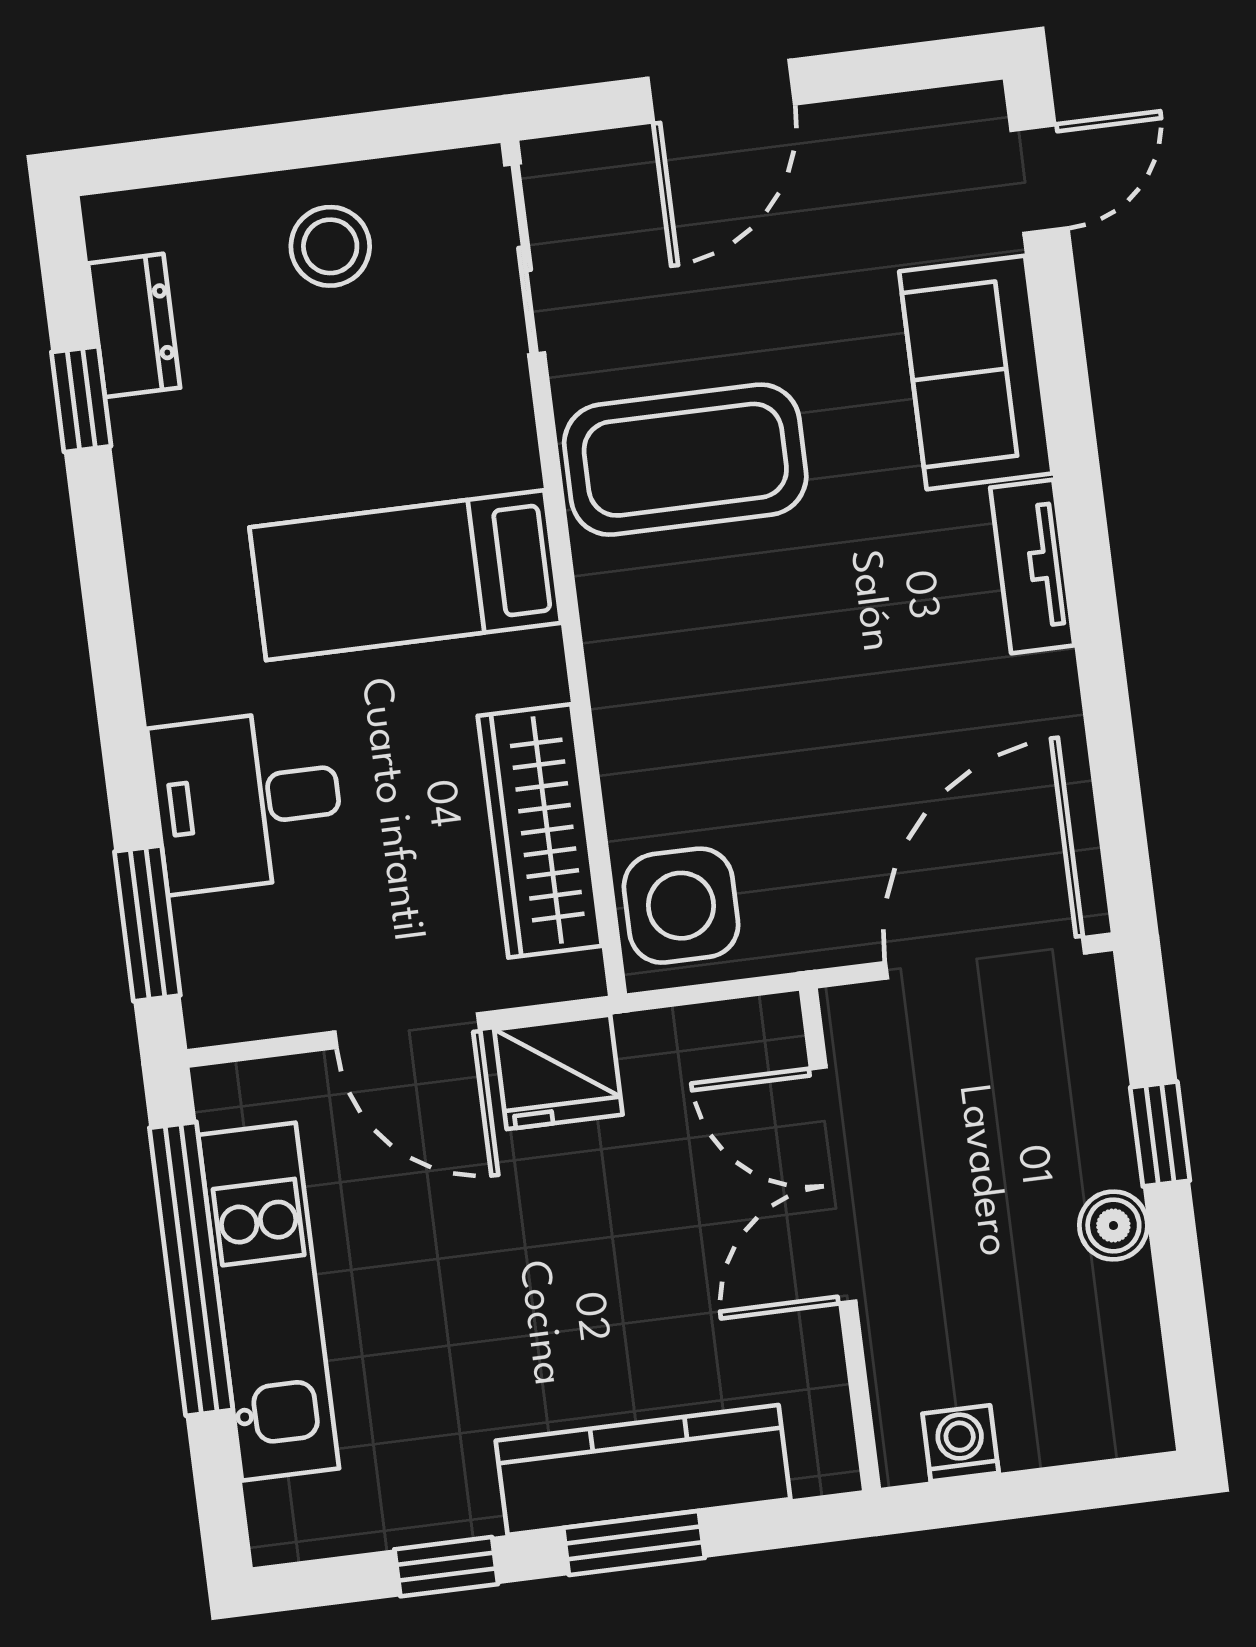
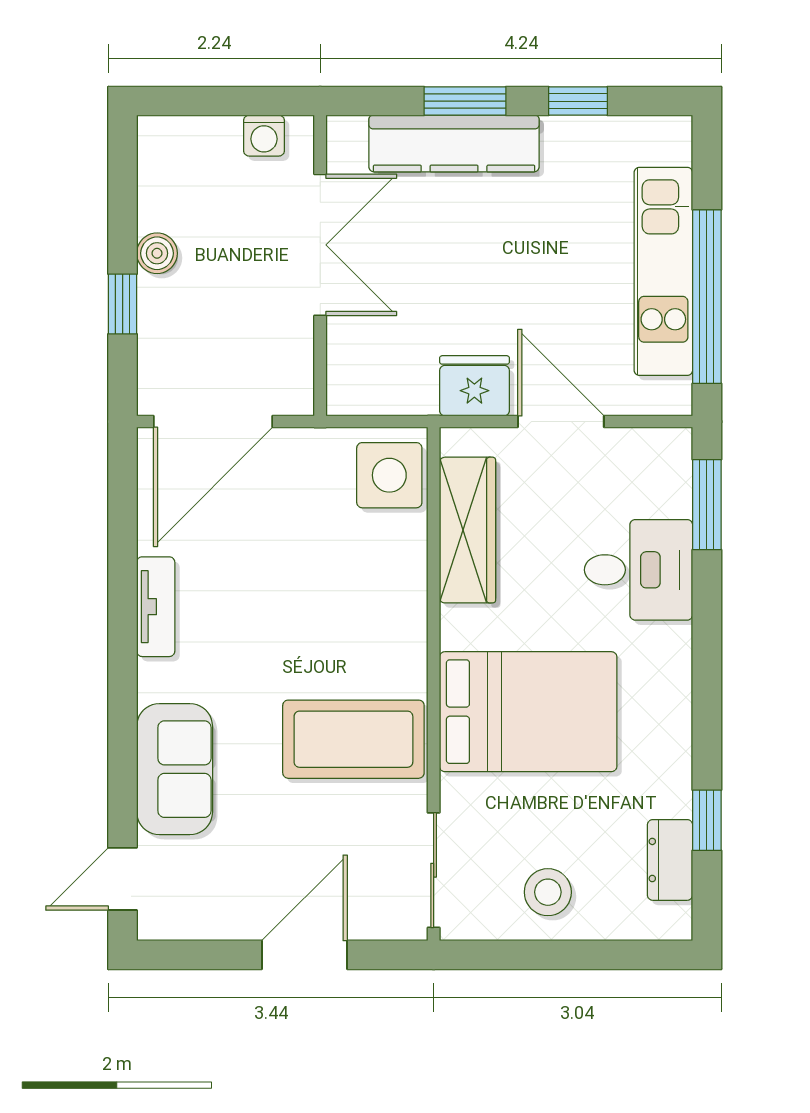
tv unit: (1032, 566) -> (156, 607), moved
bed: (405, 575) -> (528, 712), width x1.50
double door: (833, 1185) -> (320, 245), moved

